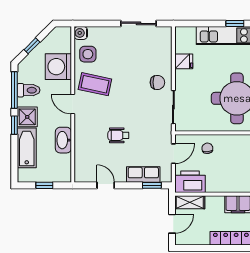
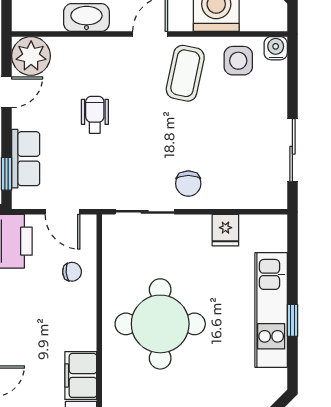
plant: (85, 171) -> (31, 56), added

